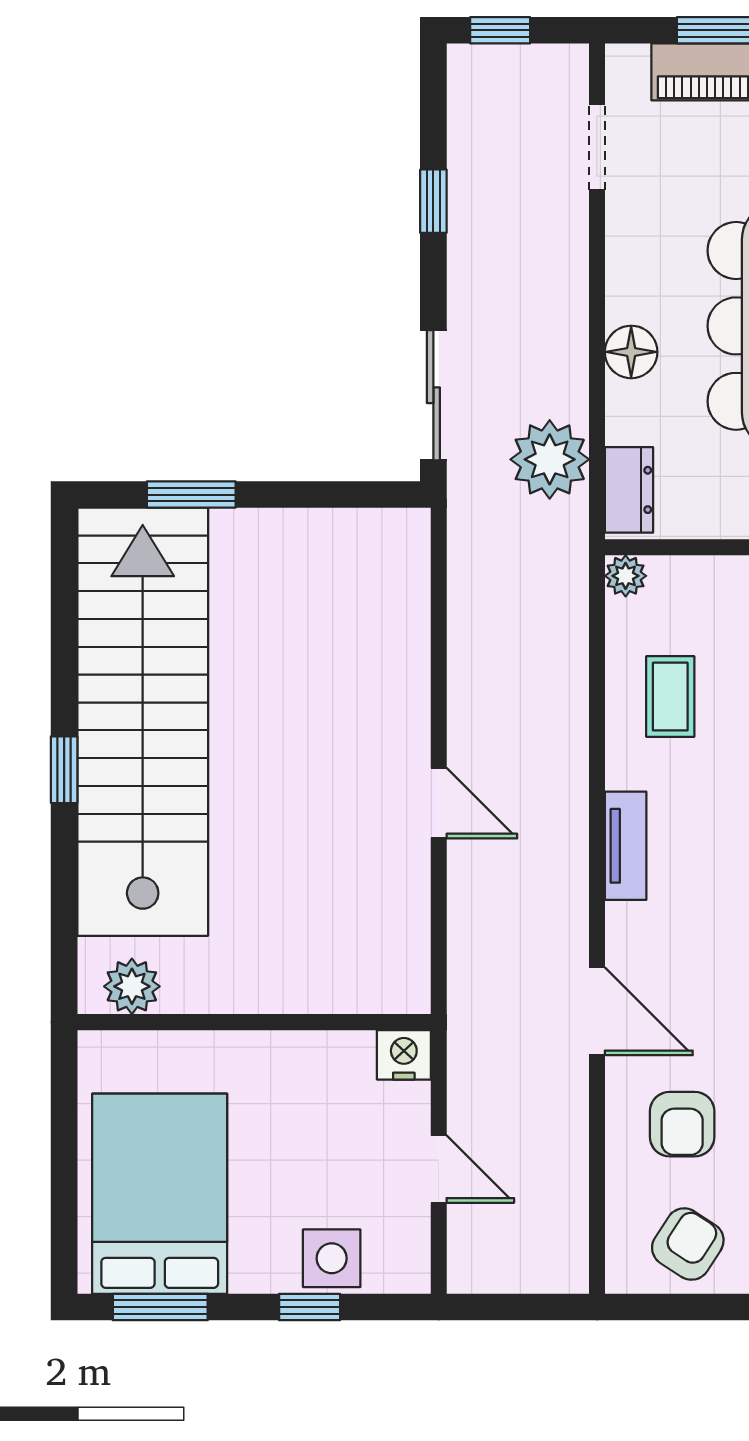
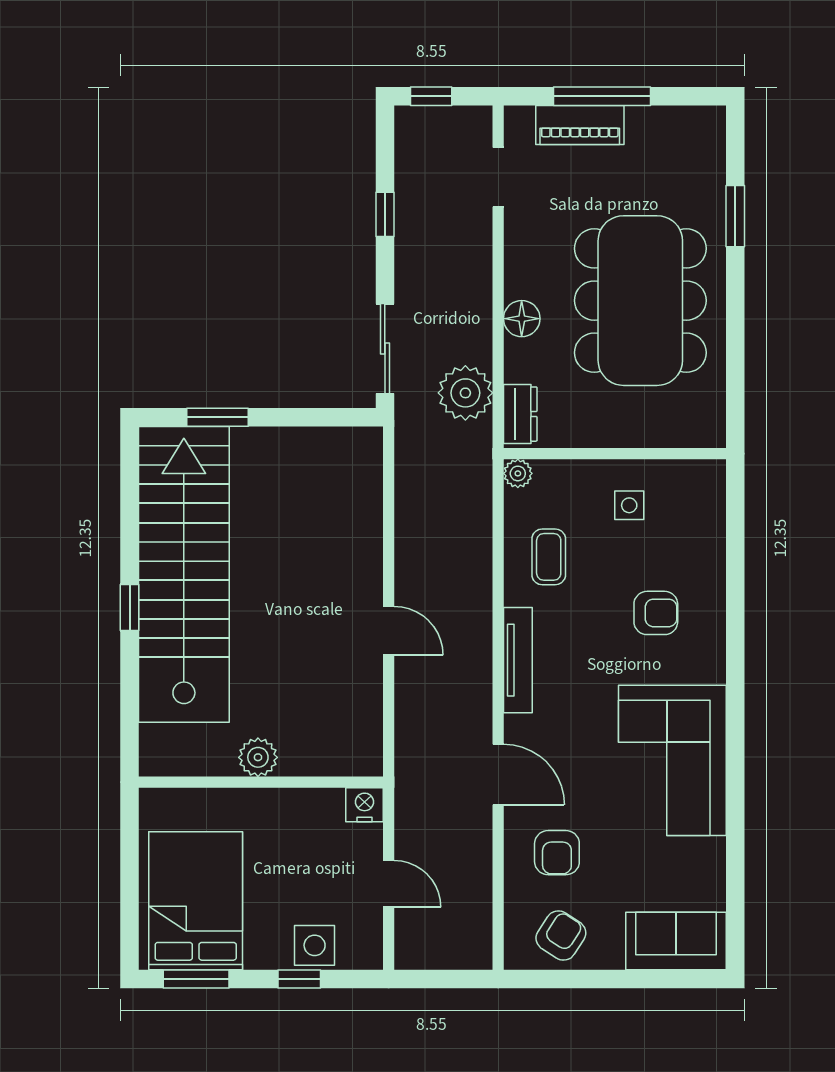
tv unit: (626, 846) -> (518, 660), width x1.41
plant: (132, 986) -> (258, 757), moved

